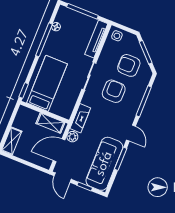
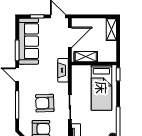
armchair: (114, 91) -> (45, 103), turned 88
plant: (72, 137) -> (63, 53), removed

